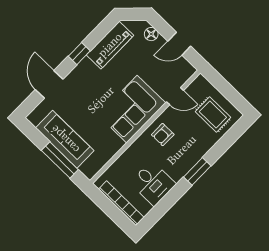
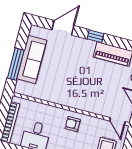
door: (175, 96) -> (117, 121), moved
corner sofa: (132, 109) -> (78, 93), removed

